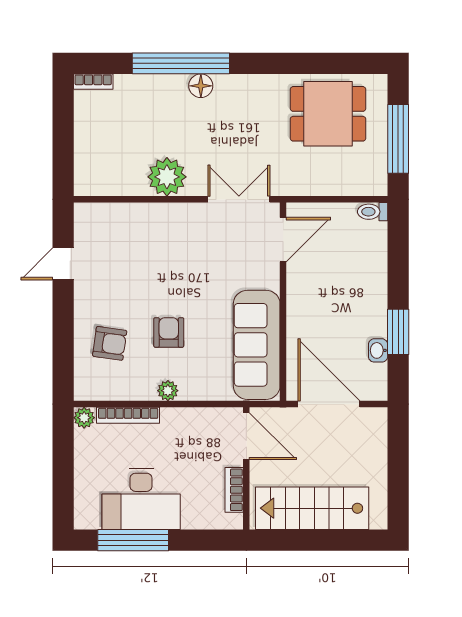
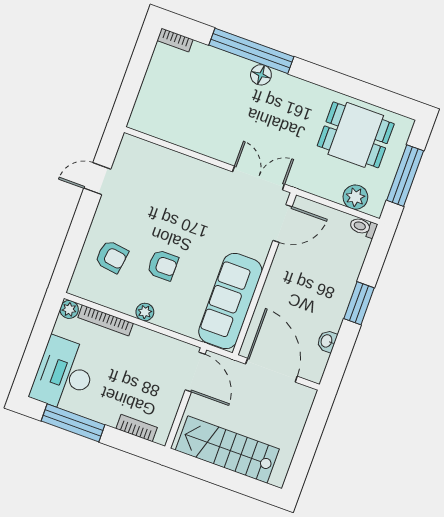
plant: (167, 177) -> (355, 197), moved, width x0.73, depth x0.73
armchair: (169, 332) -> (163, 265), turned 90
window: (398, 332) -> (359, 303), moved
bookcase: (234, 490) -> (137, 428), moved, turned 90
desk: (141, 499) -> (64, 374), moved, turned 90

